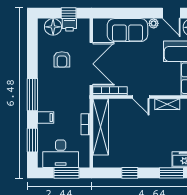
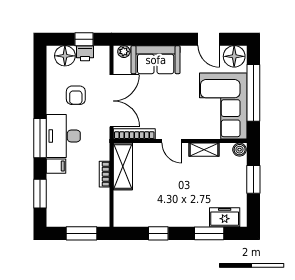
plant: (154, 23) -> (124, 52), moved
shelving: (101, 127) -> (123, 166), width x0.68
desk: (61, 154) -> (63, 136), moved, turned 90

